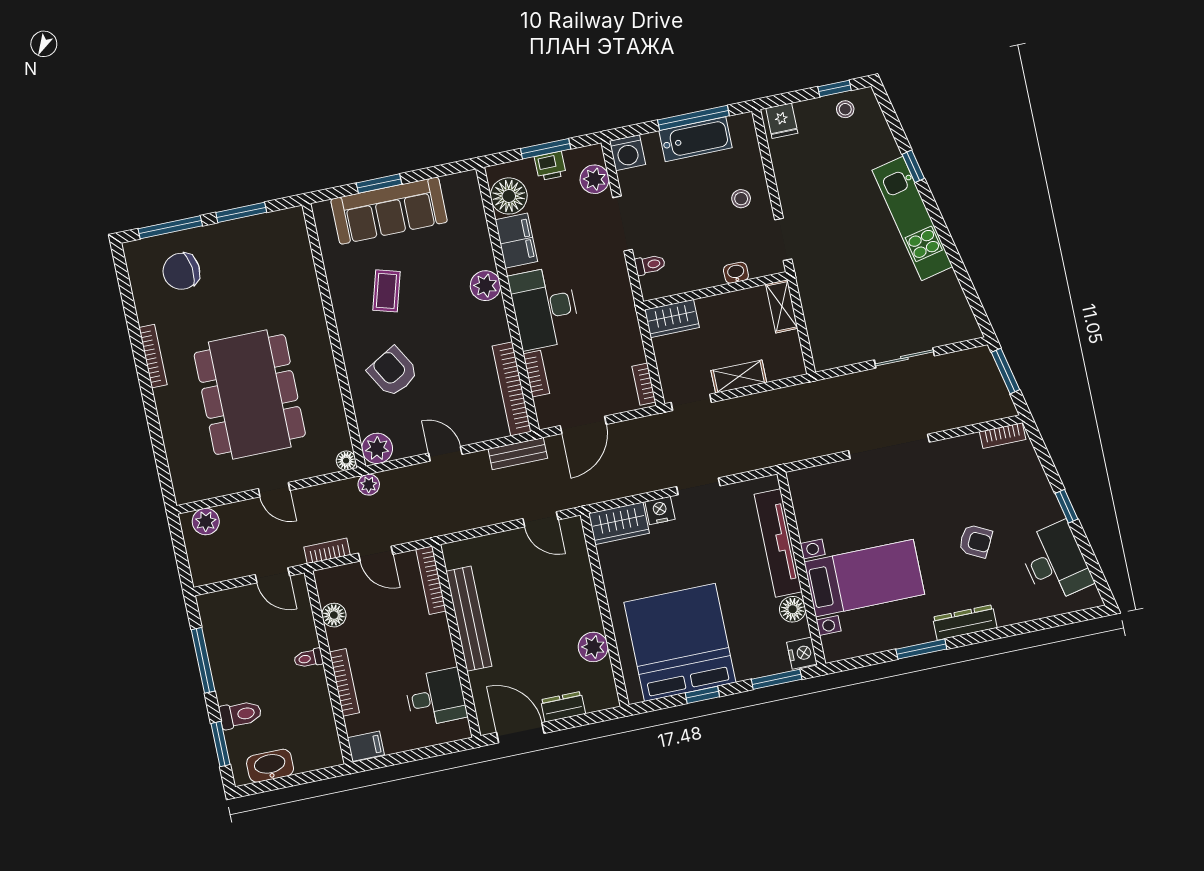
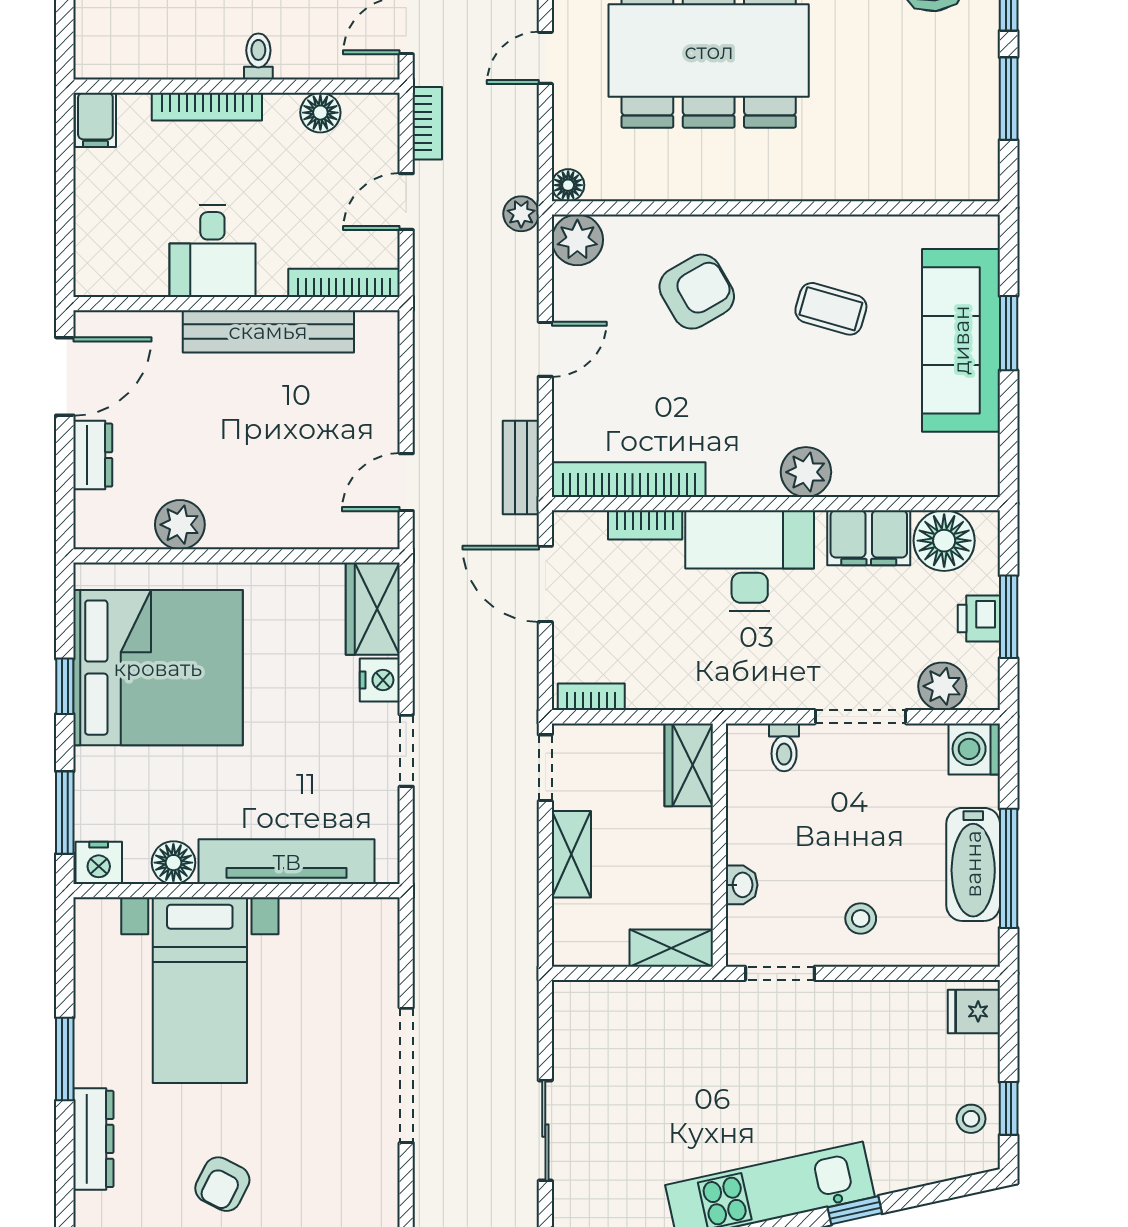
desk: (436, 697) -> (212, 251), moved

